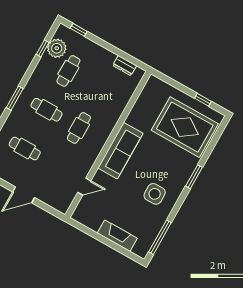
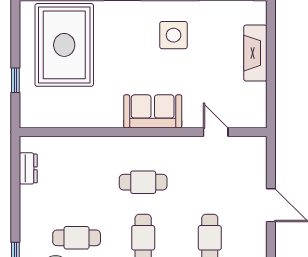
window: (203, 100) -> (15, 80), moved
sofa: (120, 151) -> (153, 111), width x0.73

